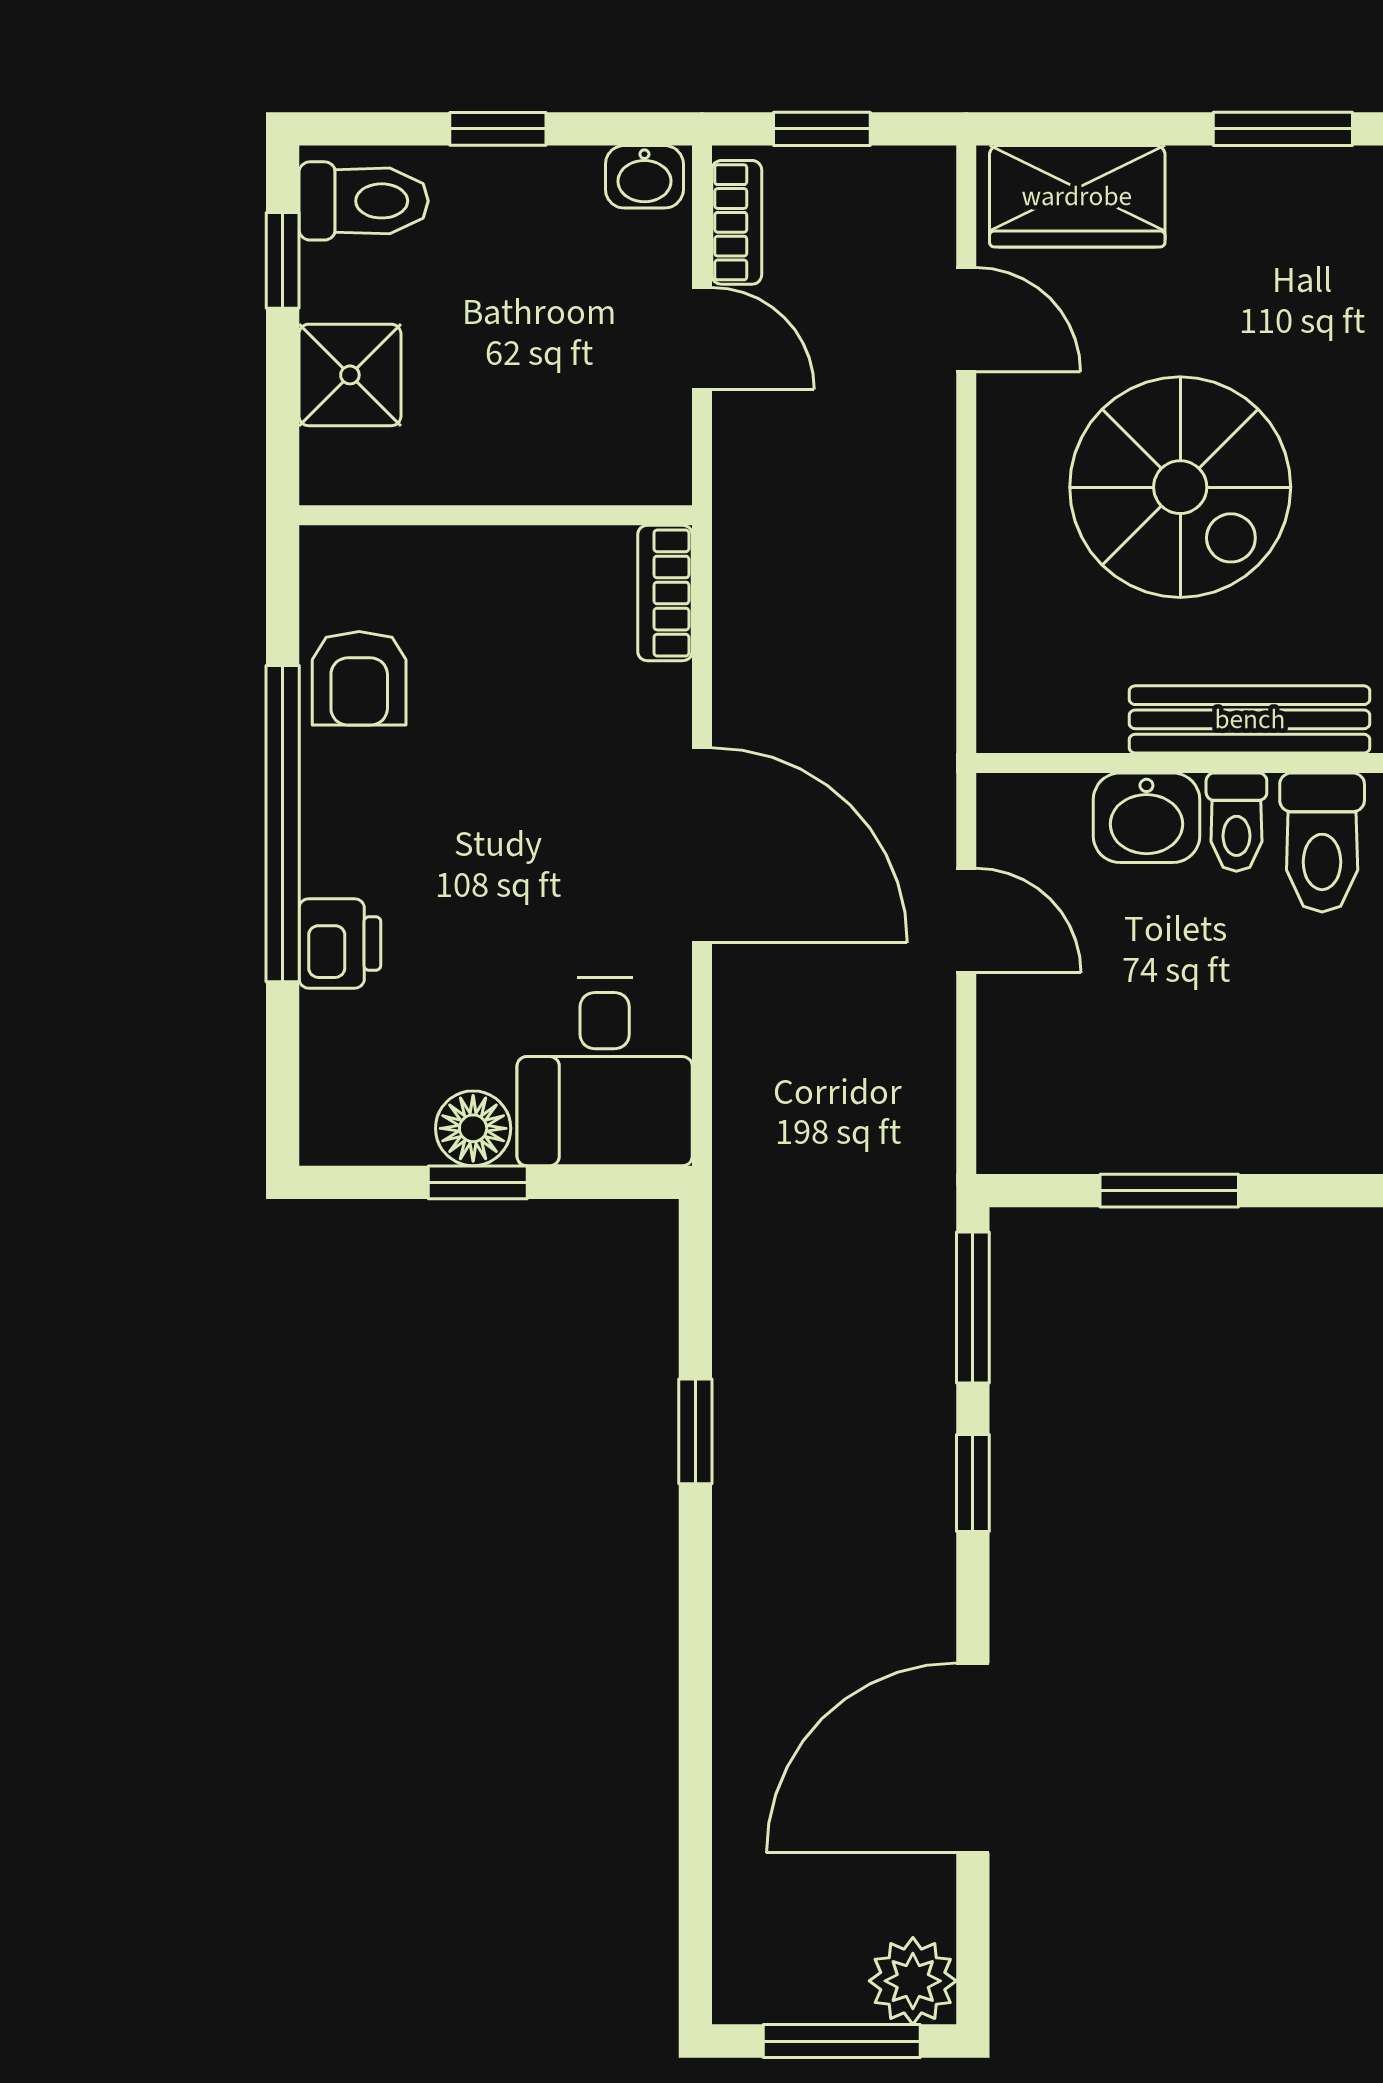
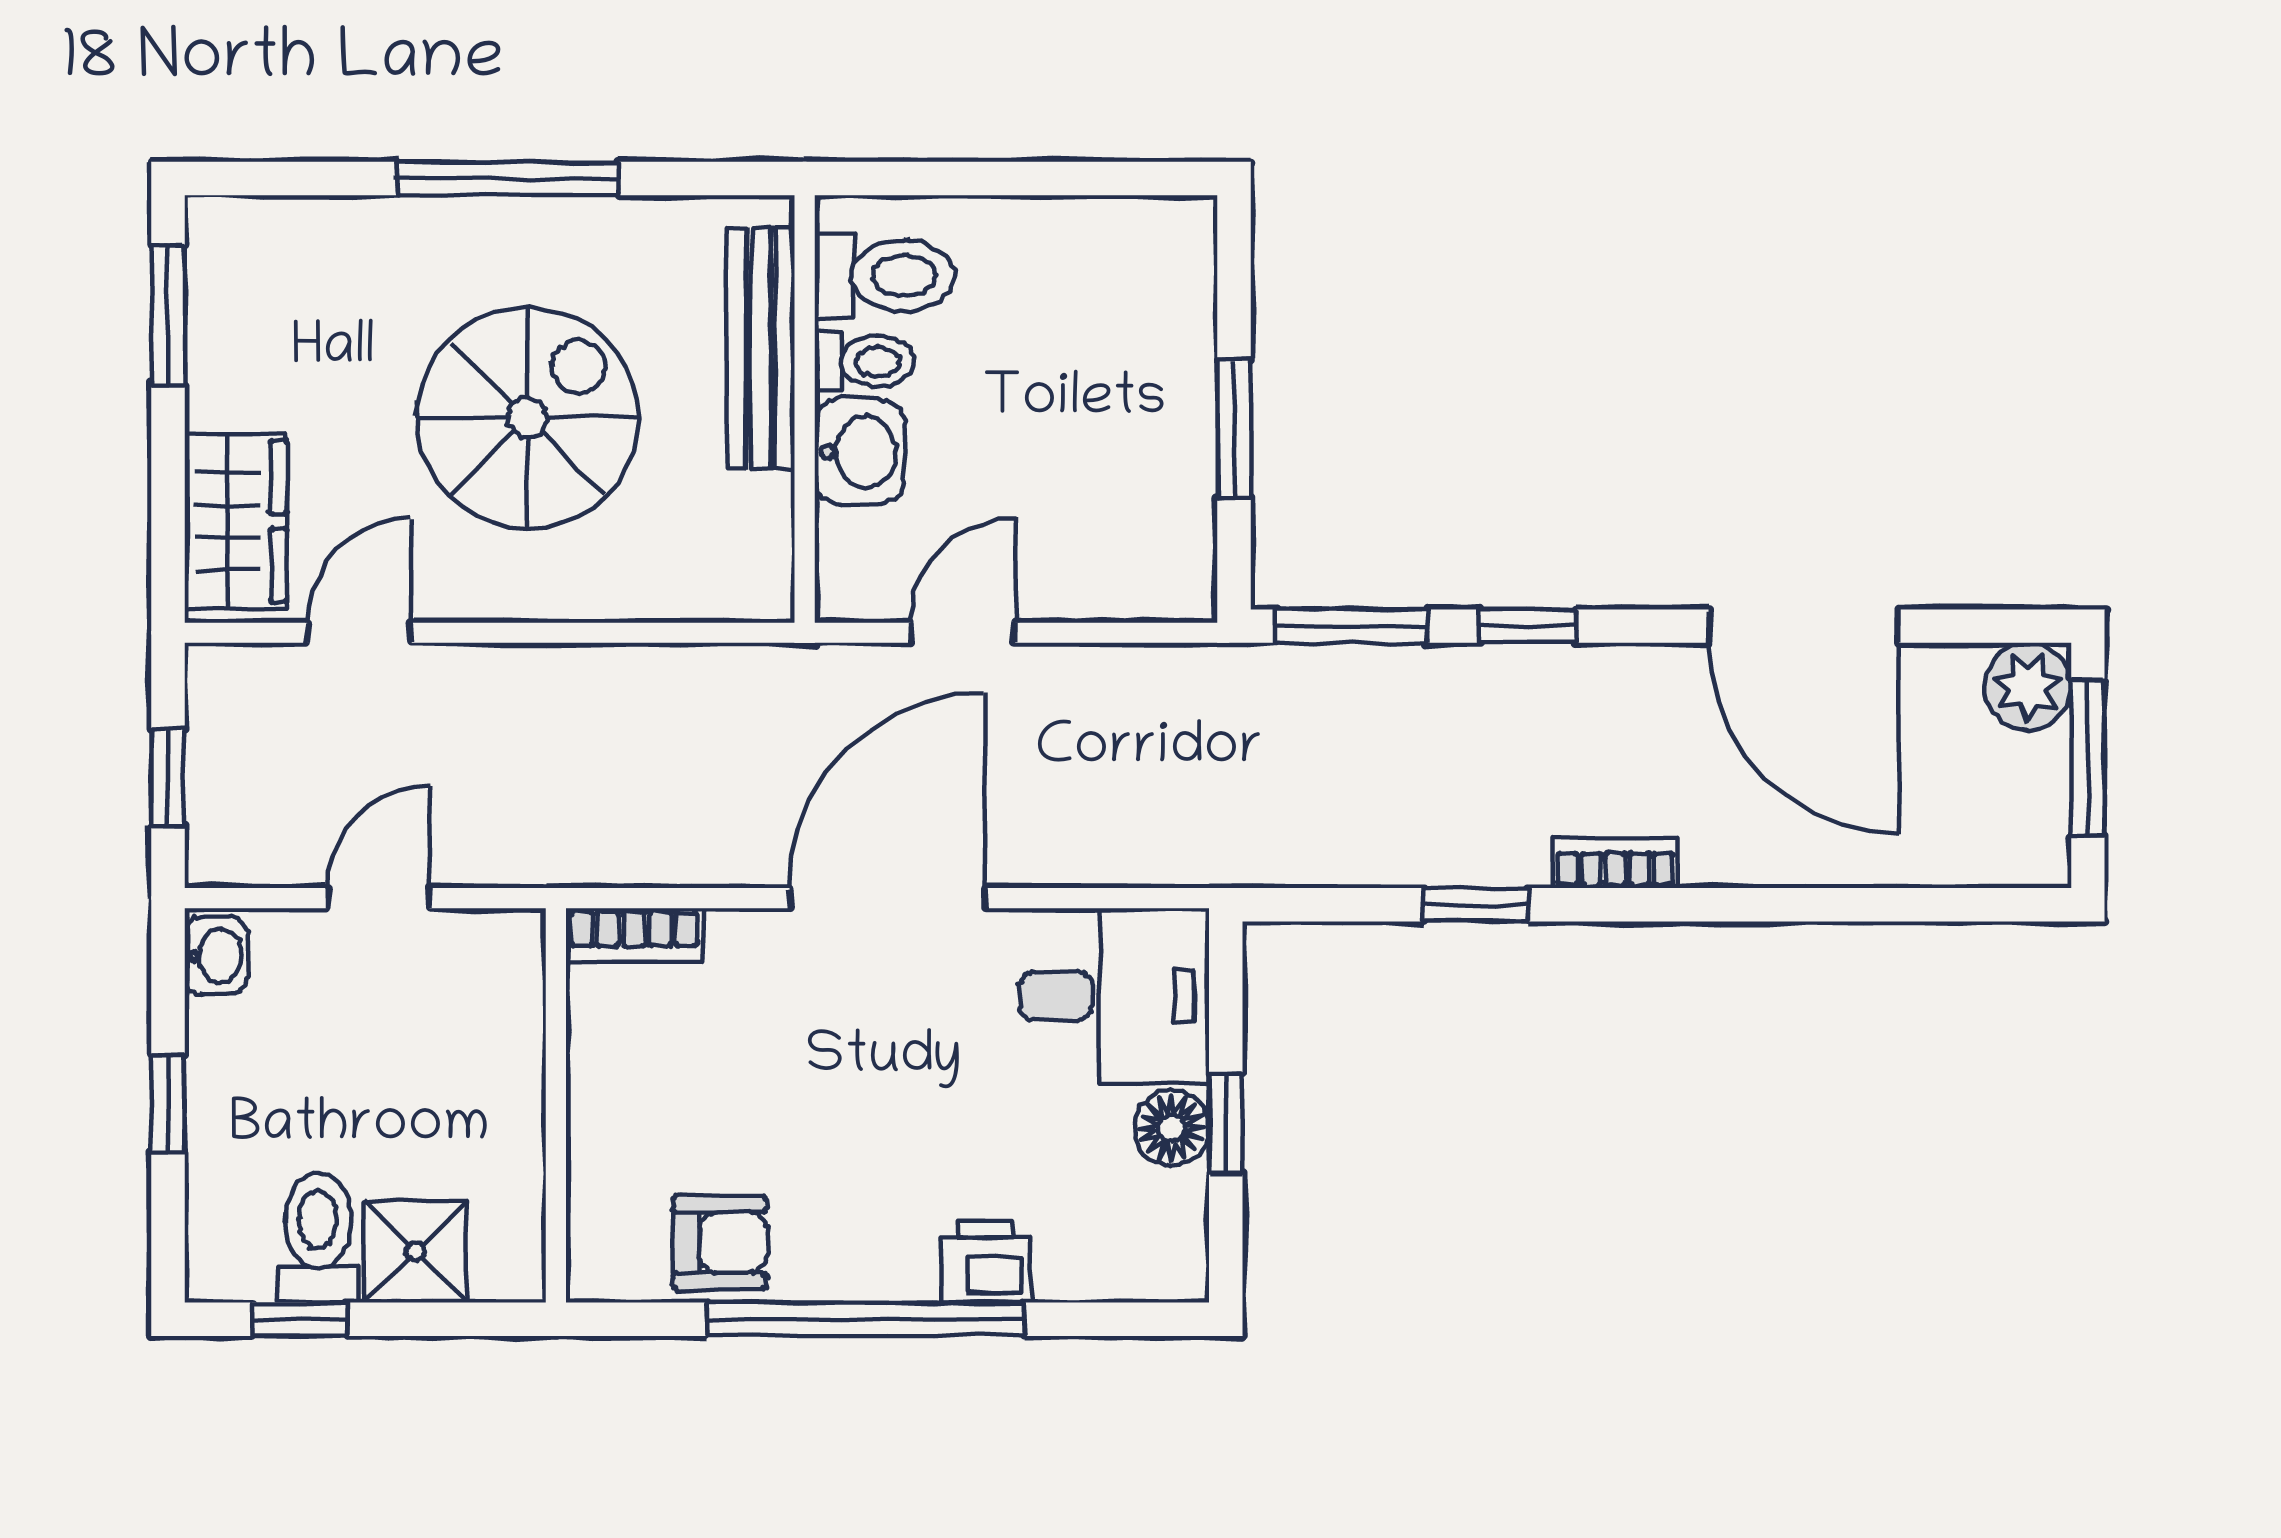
toilet: (364, 201) -> (318, 1238), moved
bookcase: (737, 222) -> (1615, 863), moved

